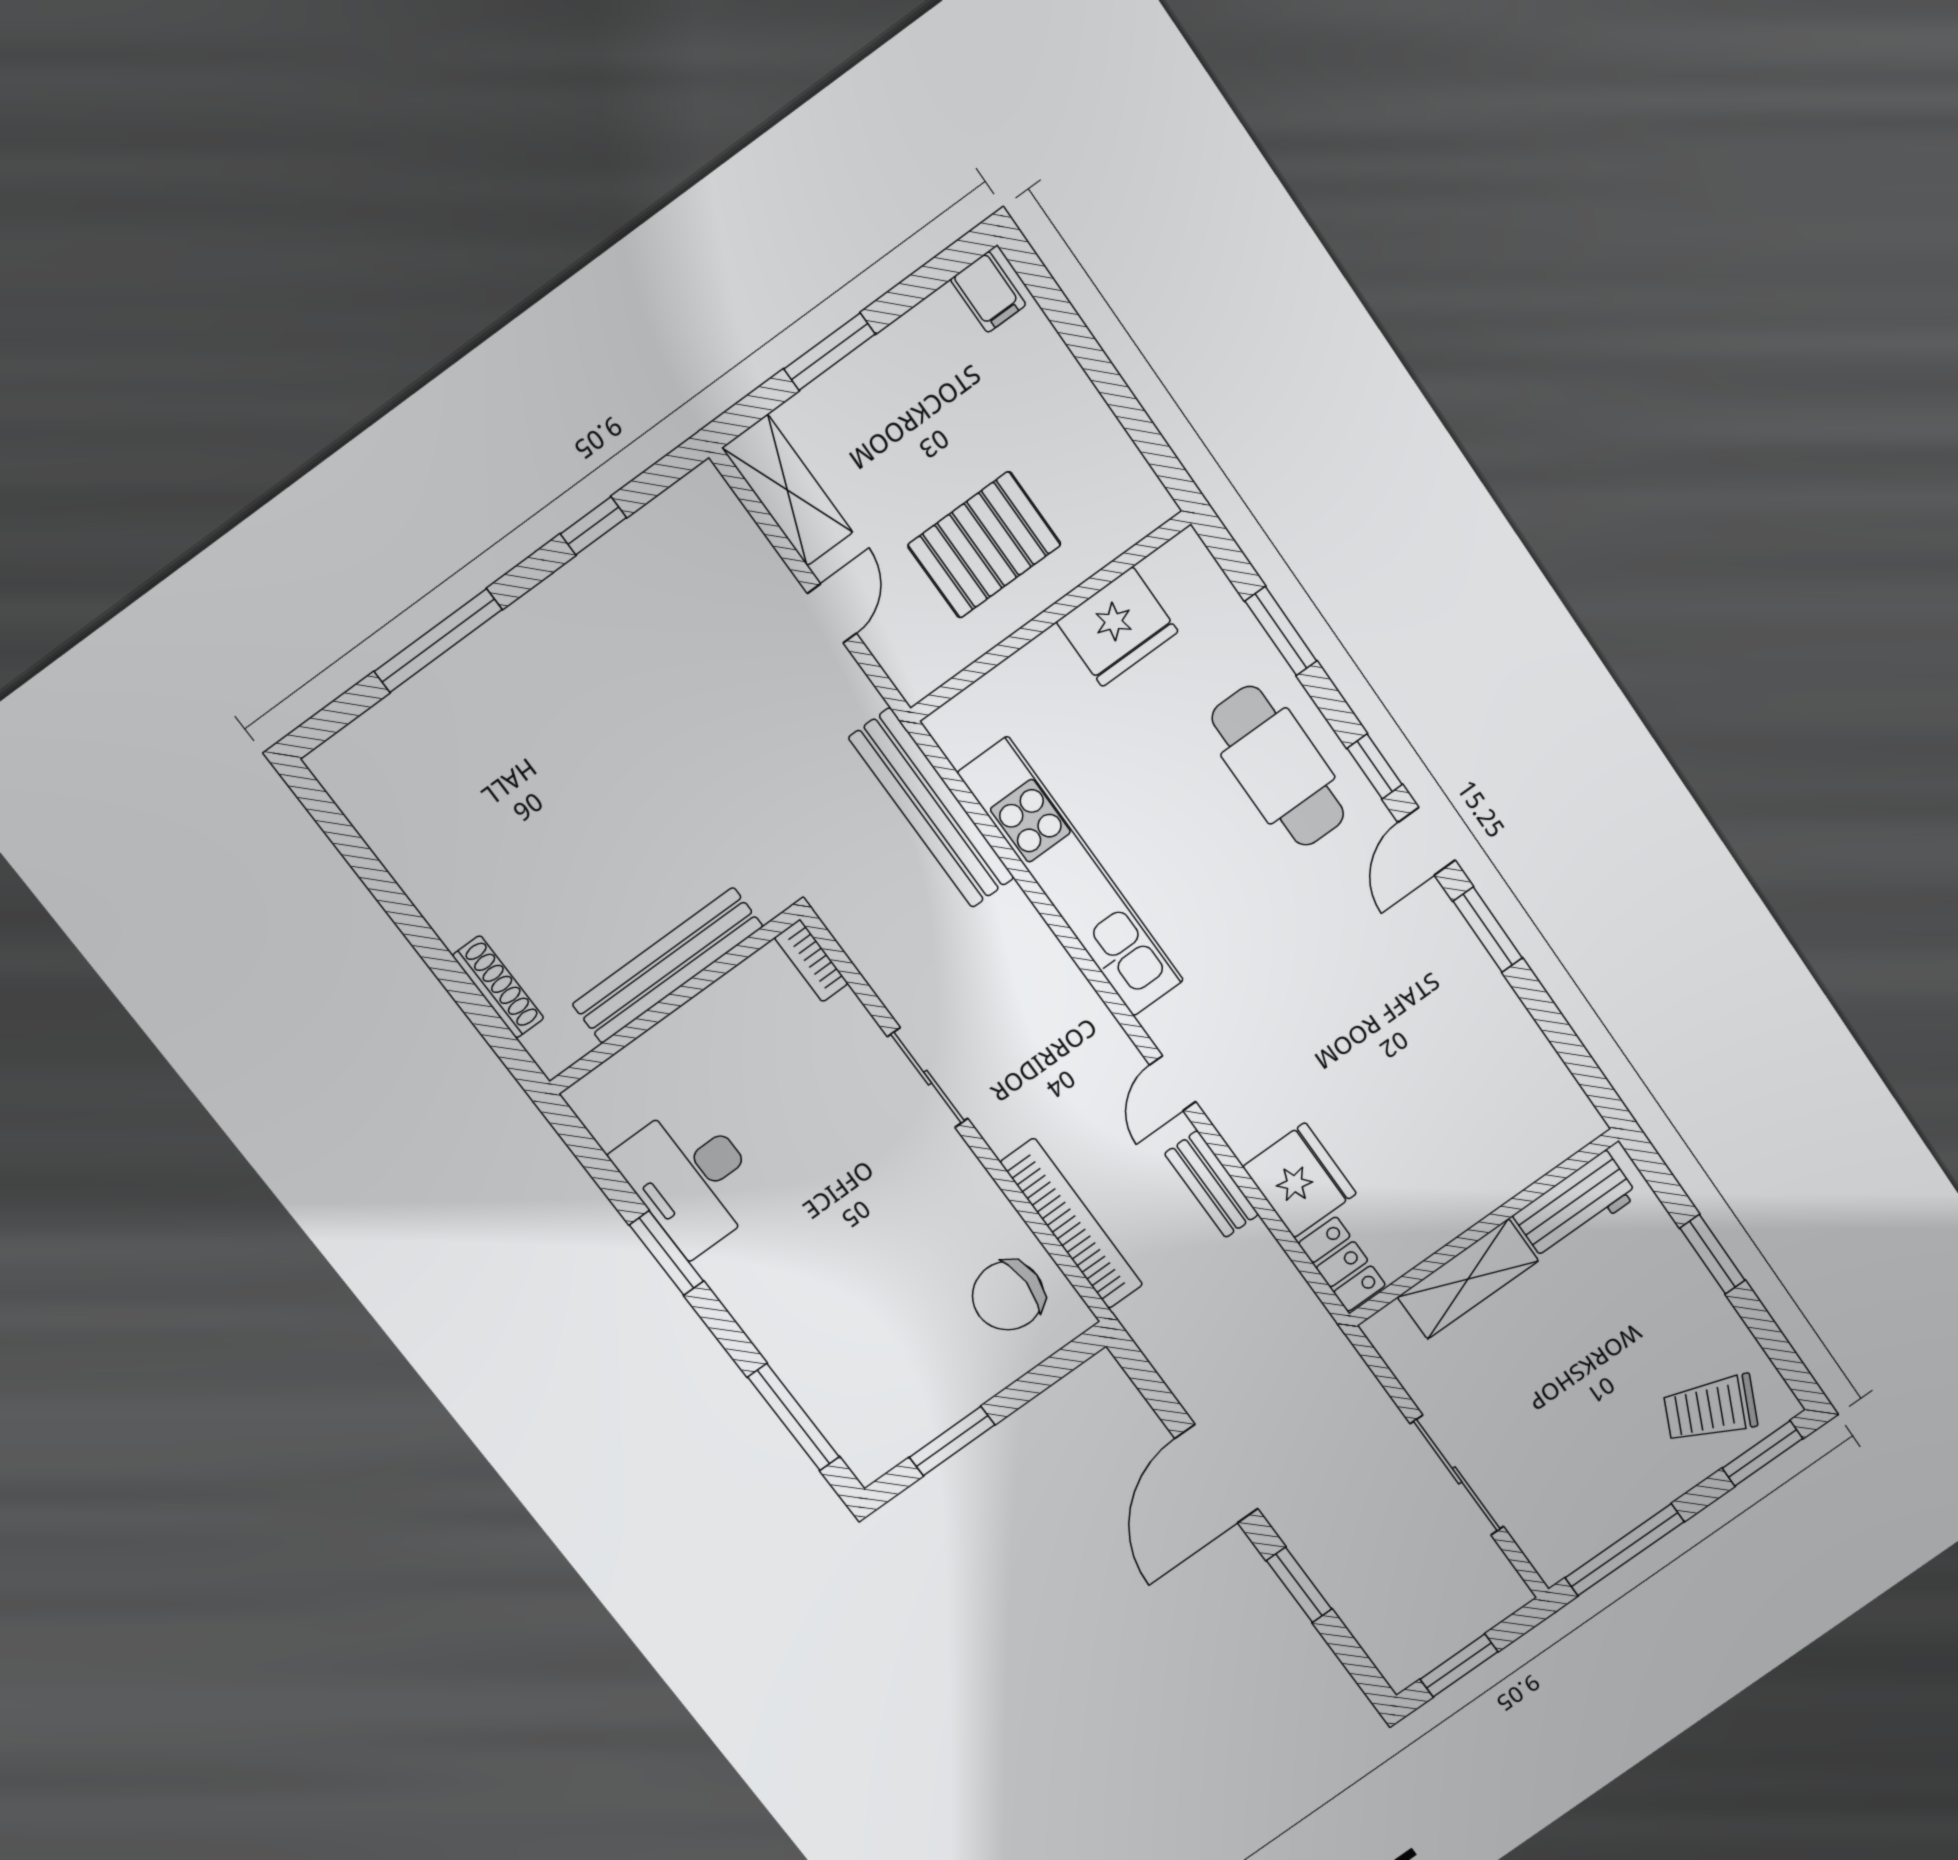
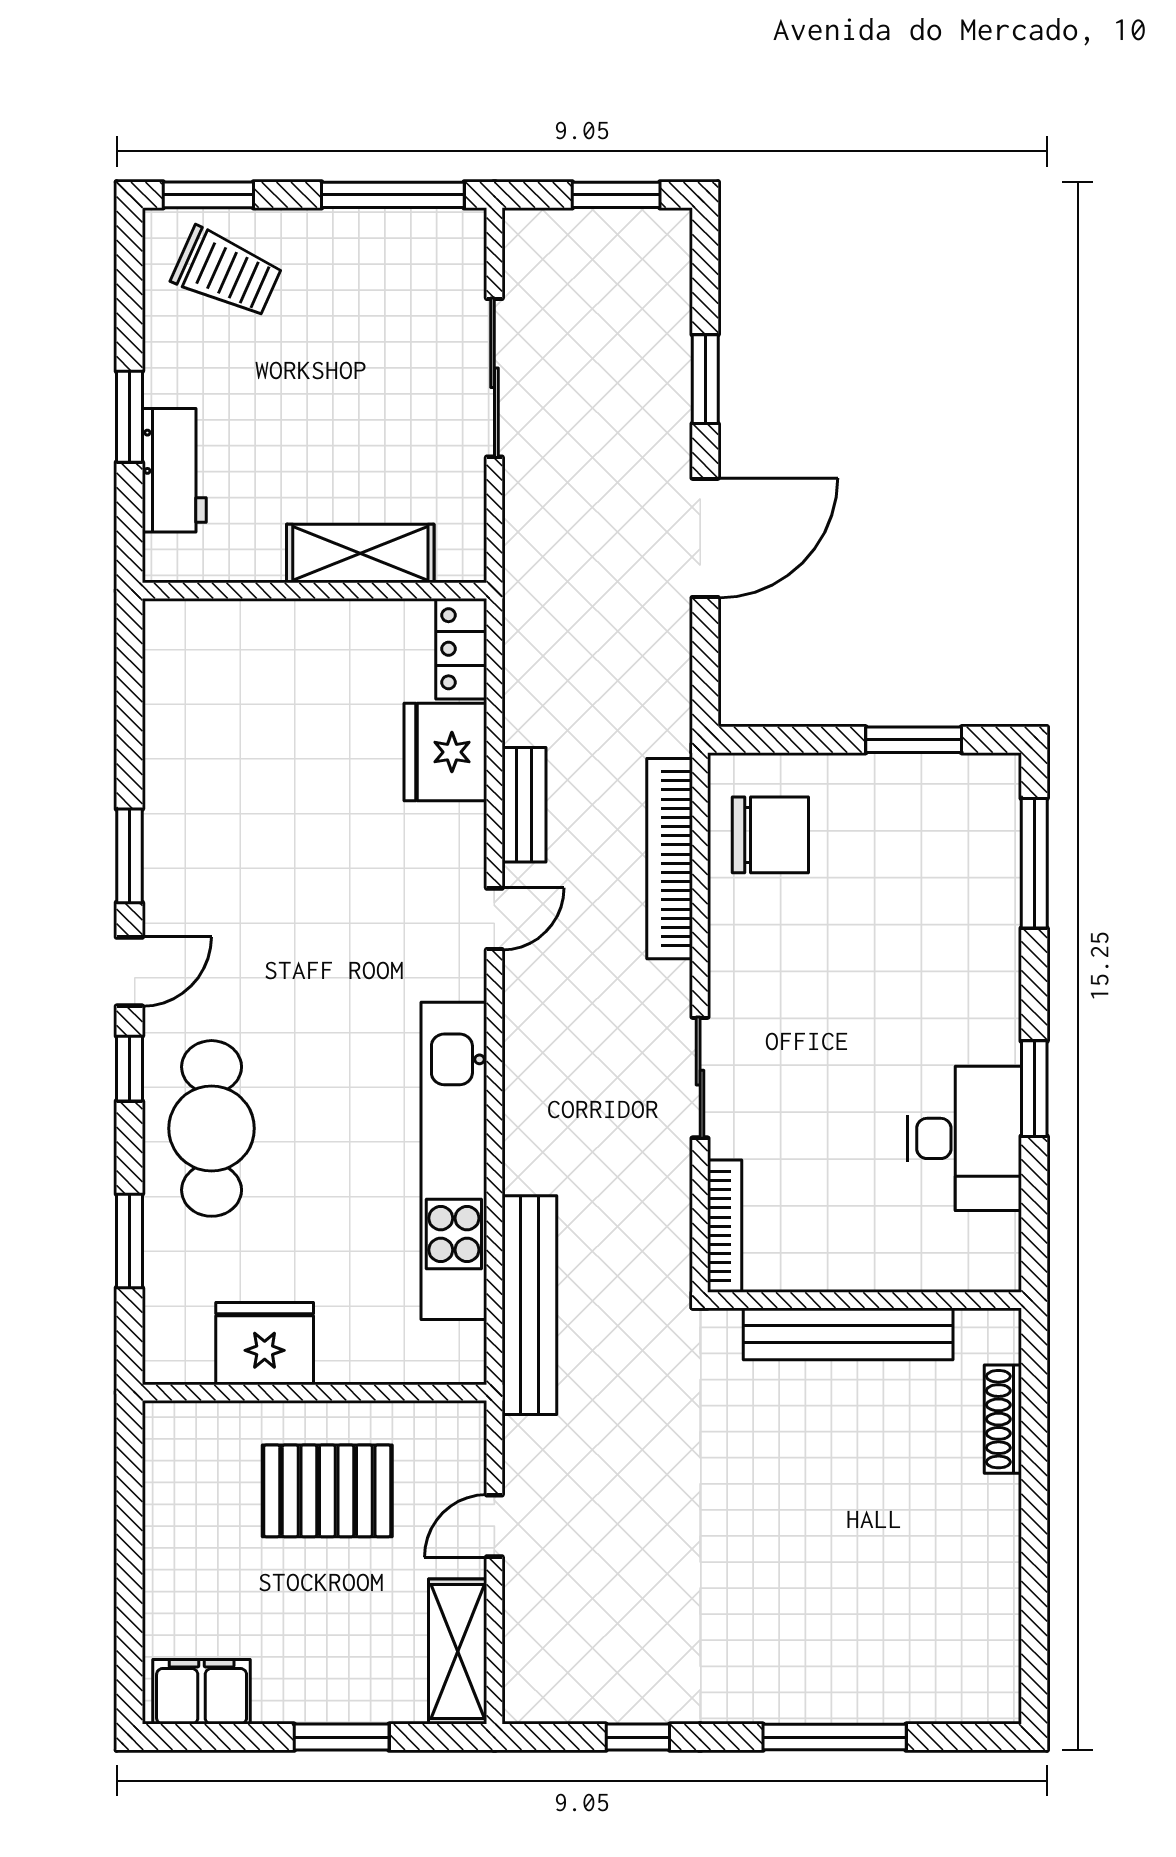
filing cabinet: (988, 292) -> (202, 1692), width x2.00
bookcase: (811, 961) -> (725, 1226), width x1.56
workbench: (1575, 1206) -> (174, 470), moved, turned 90

